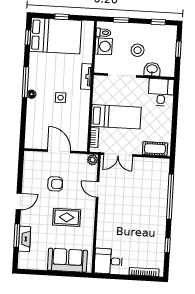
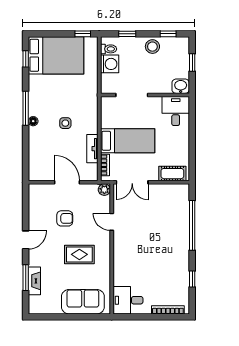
window: (62, 17) -> (83, 34), moved
stool: (138, 50) -> (152, 47), moved
washbasin: (152, 69) -> (181, 86), moved
tv unit: (86, 77) -> (92, 149), moved

